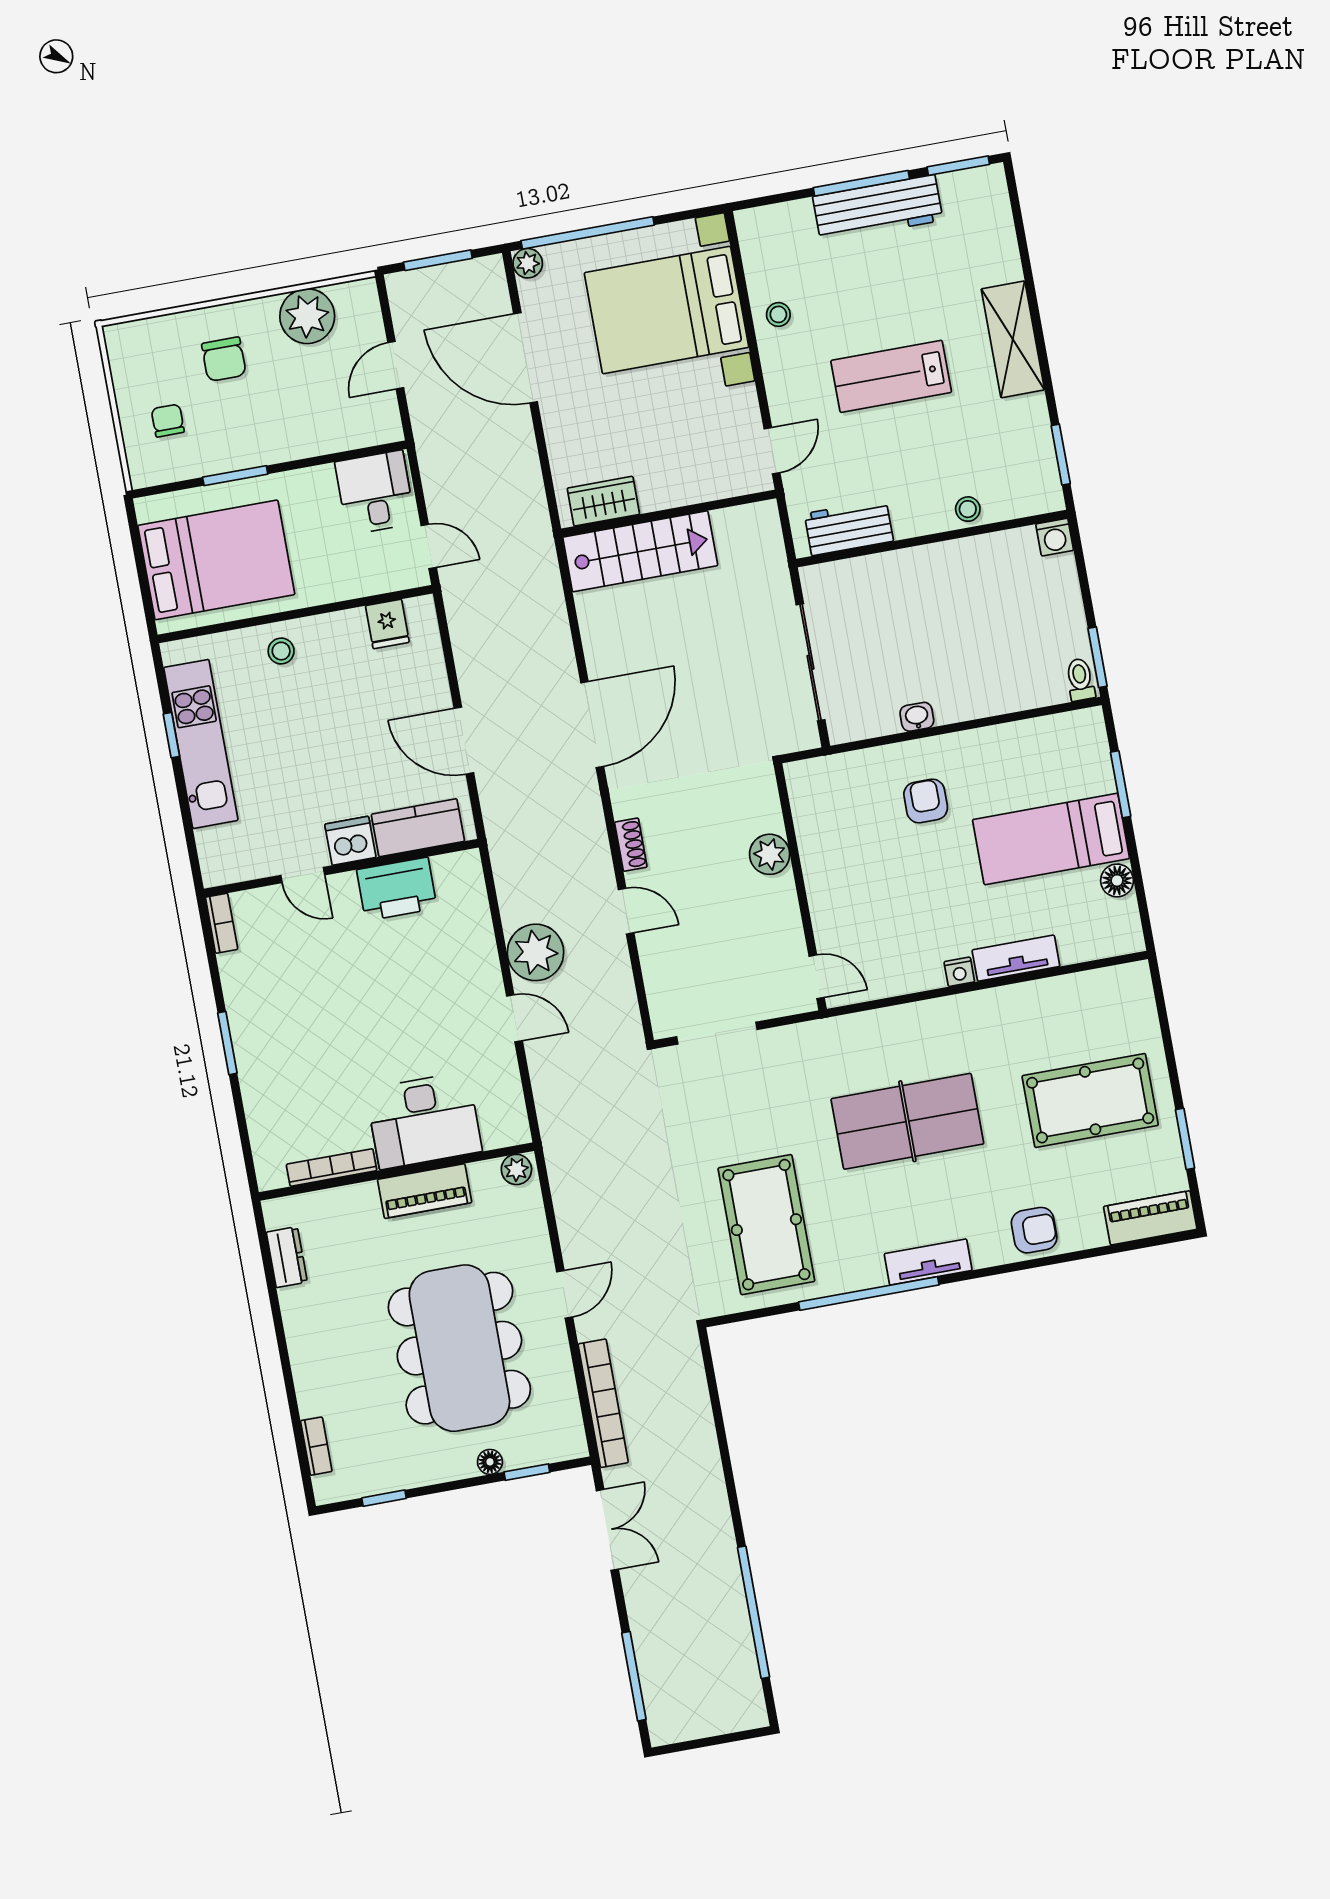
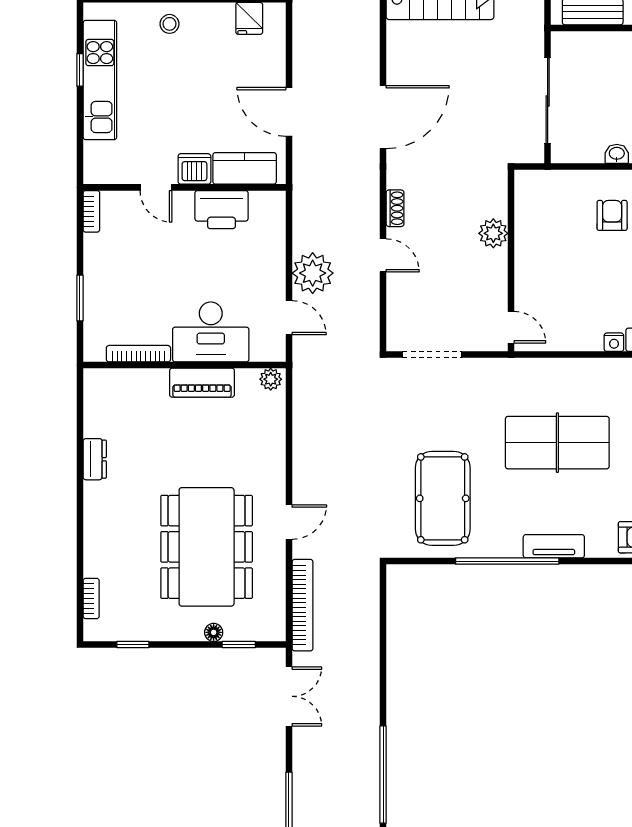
desk: (424, 1120) -> (211, 332), moved
bookcase: (332, 1167) -> (138, 354), moved
plant: (516, 1169) -> (271, 379), moved
wall: (396, 1172) -> (184, 365), moved
piano: (425, 1191) -> (202, 383), moved

